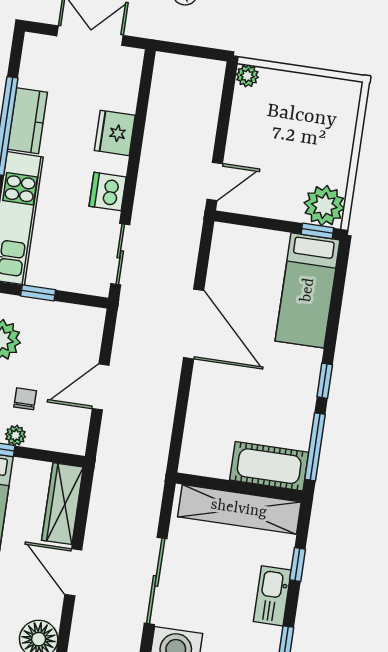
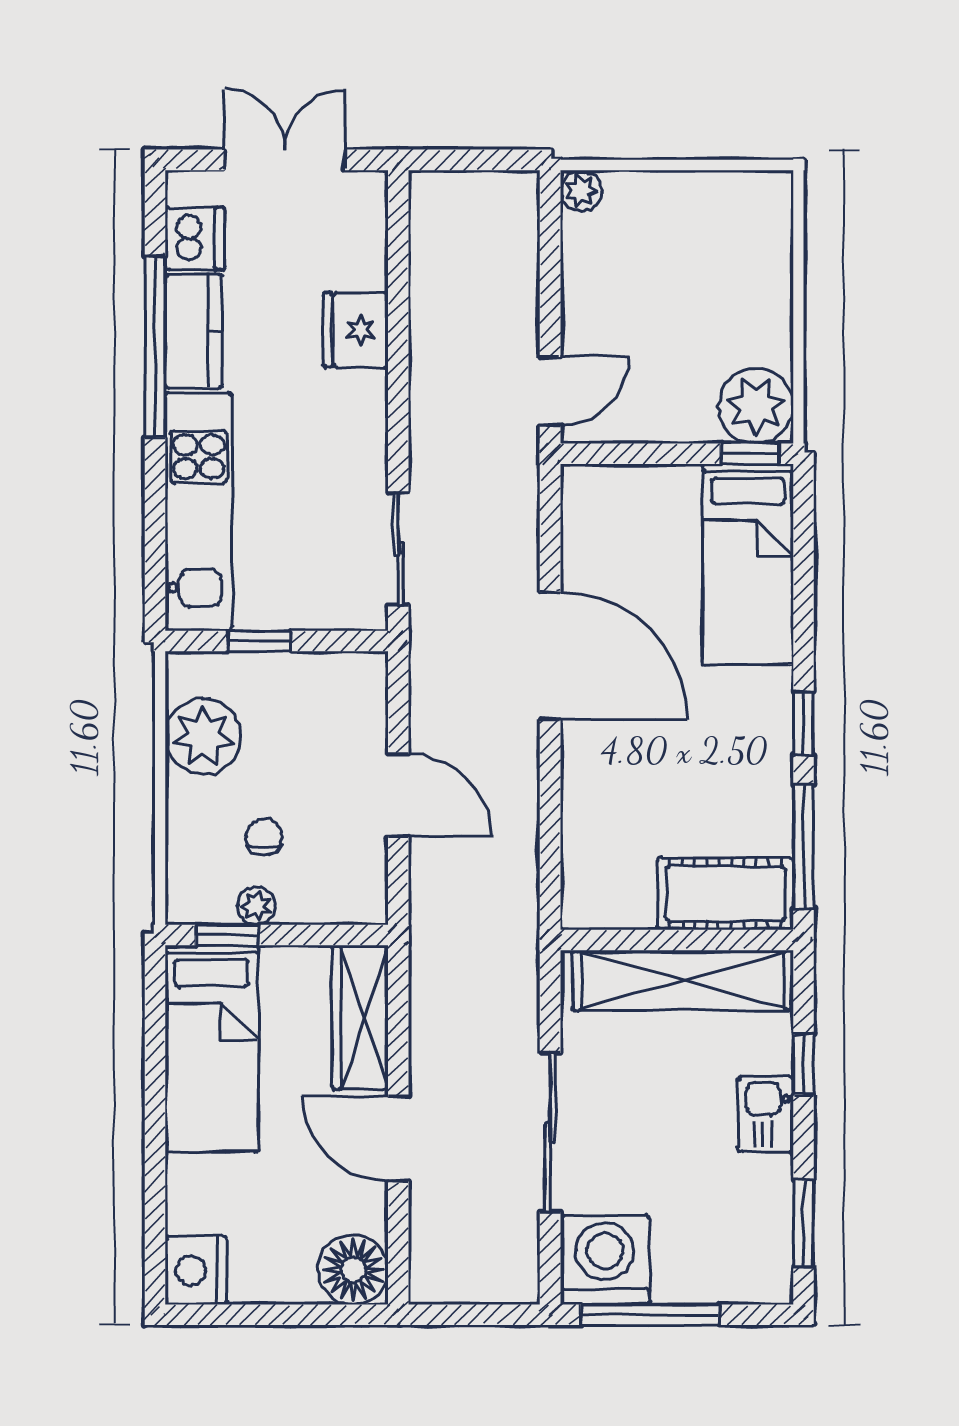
dishwasher: (108, 192) -> (195, 238), moved, turned 180
door: (101, 387) -> (398, 795), swing flipped
kitchen sink: (272, 596) -> (766, 1114), width x0.73

